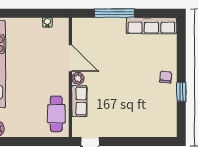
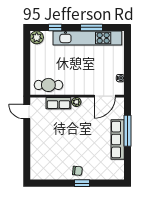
row of seats: (151, 26) -> (118, 140), moved
door: (70, 58) -> (105, 96), moved
window: (181, 92) -> (82, 183), moved

